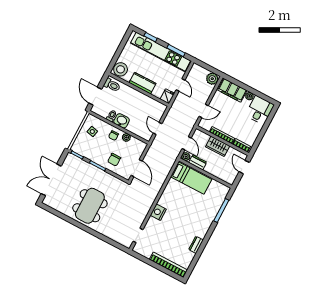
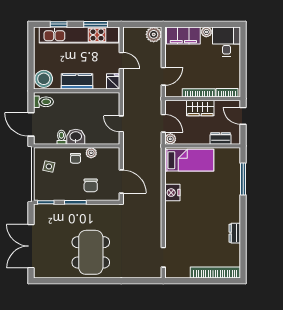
dresser: (198, 162) -> (221, 138), moved
nightstand: (158, 212) -> (172, 193), moved

